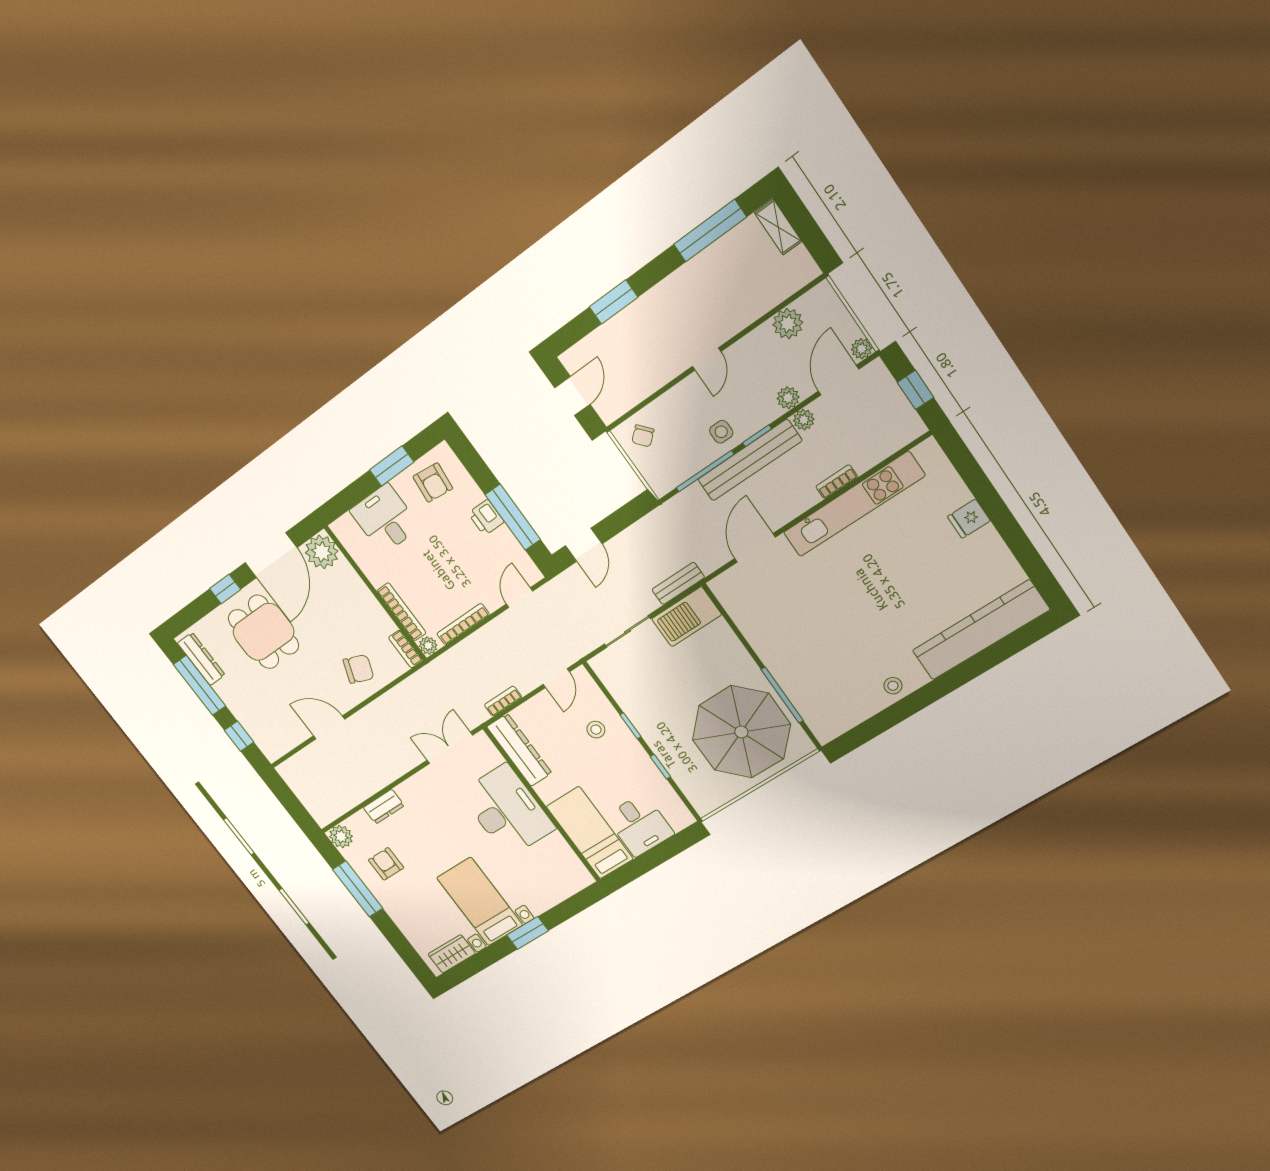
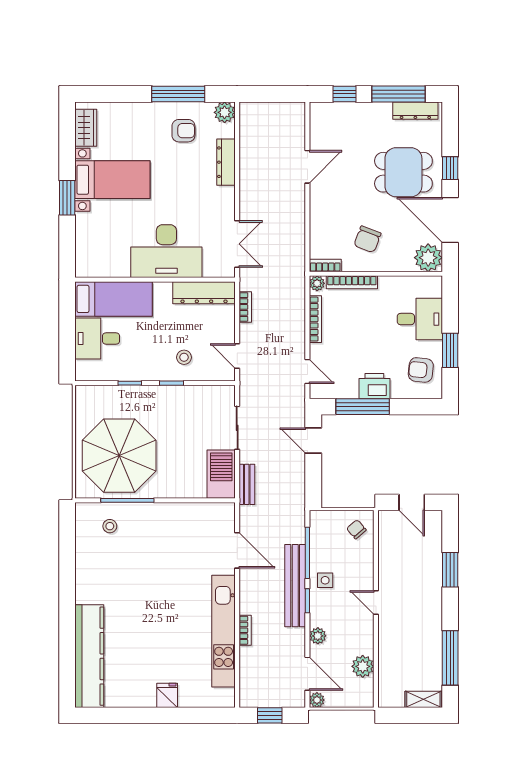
plant: (804, 420) -> (298, 636), removed
printer: (486, 518) -> (374, 386), width x1.36, depth x1.24
chair: (359, 669) -> (367, 239), moved
stool: (893, 686) -> (110, 526), moved
dresser: (384, 807) -> (226, 162), width x1.44

